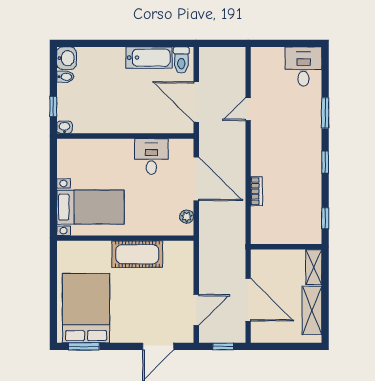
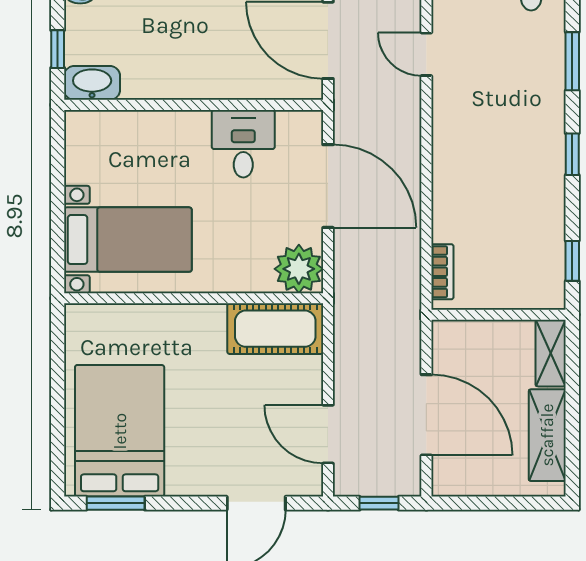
door: (248, 109) -> (426, 54), hinge flipped
washbasin: (64, 127) -> (92, 83), width x1.91, depth x1.45
bookcase: (257, 191) -> (442, 272), moved
plant: (187, 217) -> (299, 269), width x1.87, depth x1.87
cot: (137, 254) -> (275, 329), moved
door: (196, 310) -> (328, 434), swing flipped

